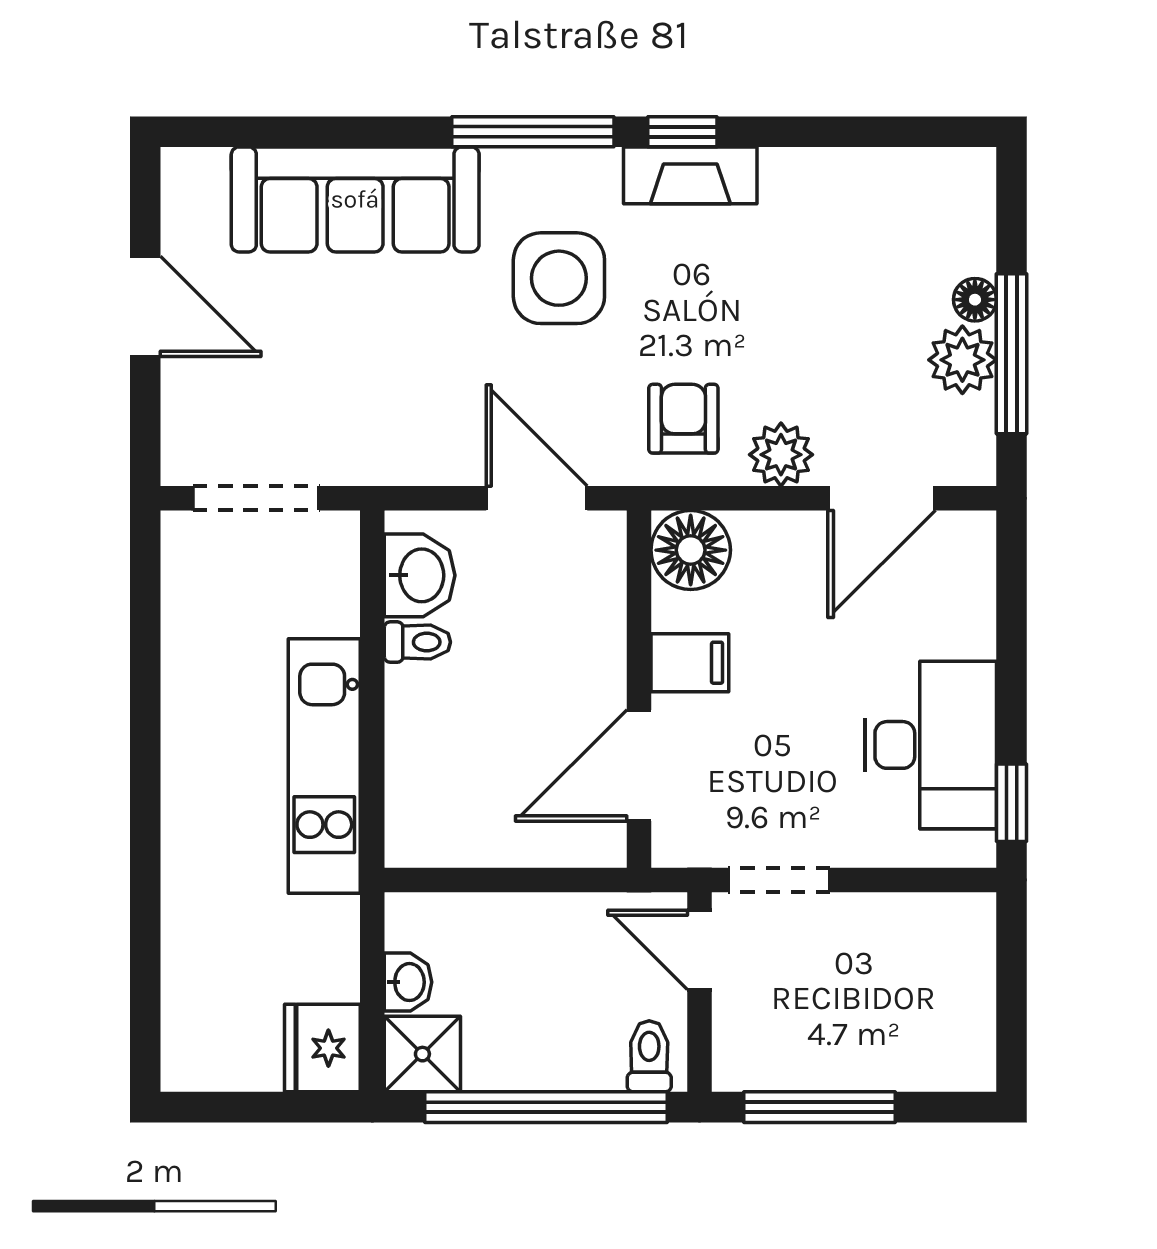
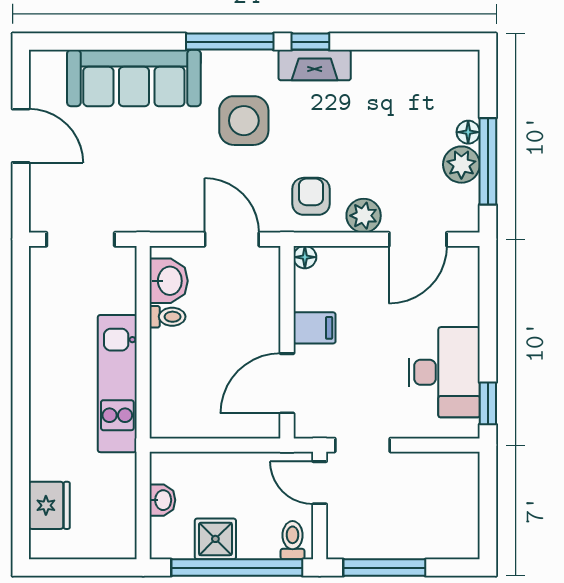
floor lamp: (691, 550) -> (305, 257), width x0.53, depth x0.53
fridge: (322, 1048) -> (49, 505), moved, turned 180
shower: (422, 1054) -> (215, 539), moved

